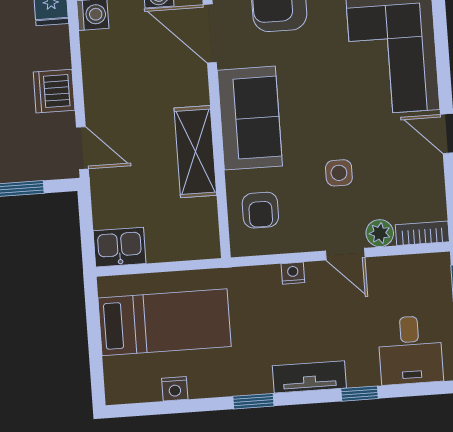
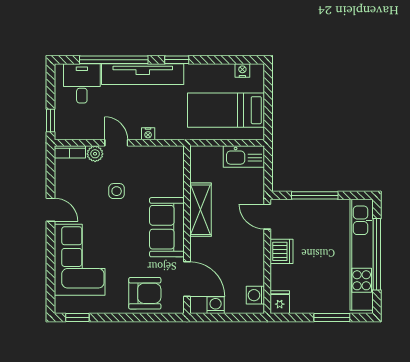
armchair: (260, 210) -> (165, 172), removed
kitchen sink: (120, 247) -> (244, 157), width x1.38
tv unit: (309, 377) -> (143, 74), width x1.92, depth x1.29
nightstand: (175, 389) -> (242, 70), moved
window: (360, 394) -> (114, 60), width x3.17

